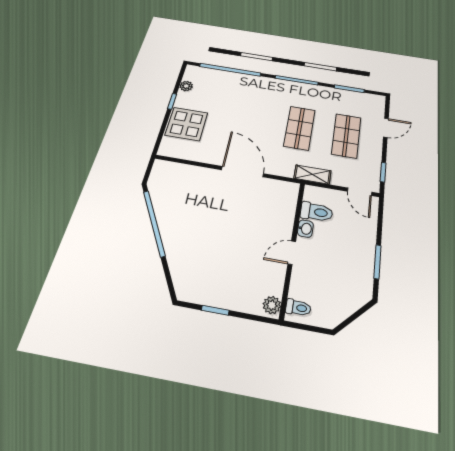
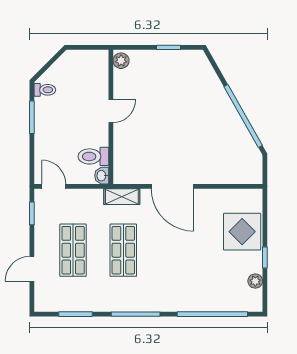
shelving: (312, 175) -> (122, 197), moved
washbasin: (305, 229) -> (102, 176), moved
toilet: (298, 308) -> (45, 90), moved, turned 180

